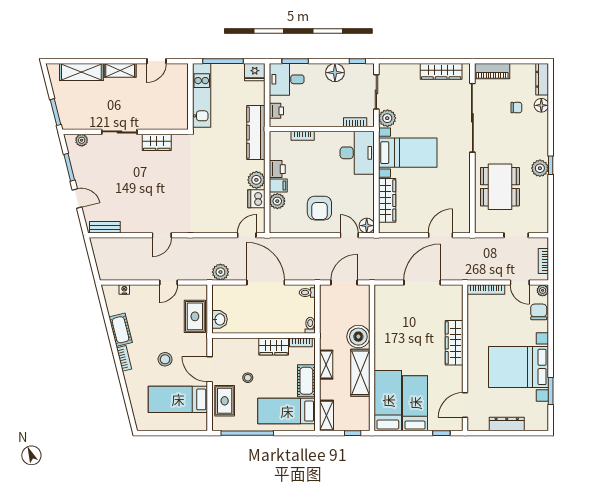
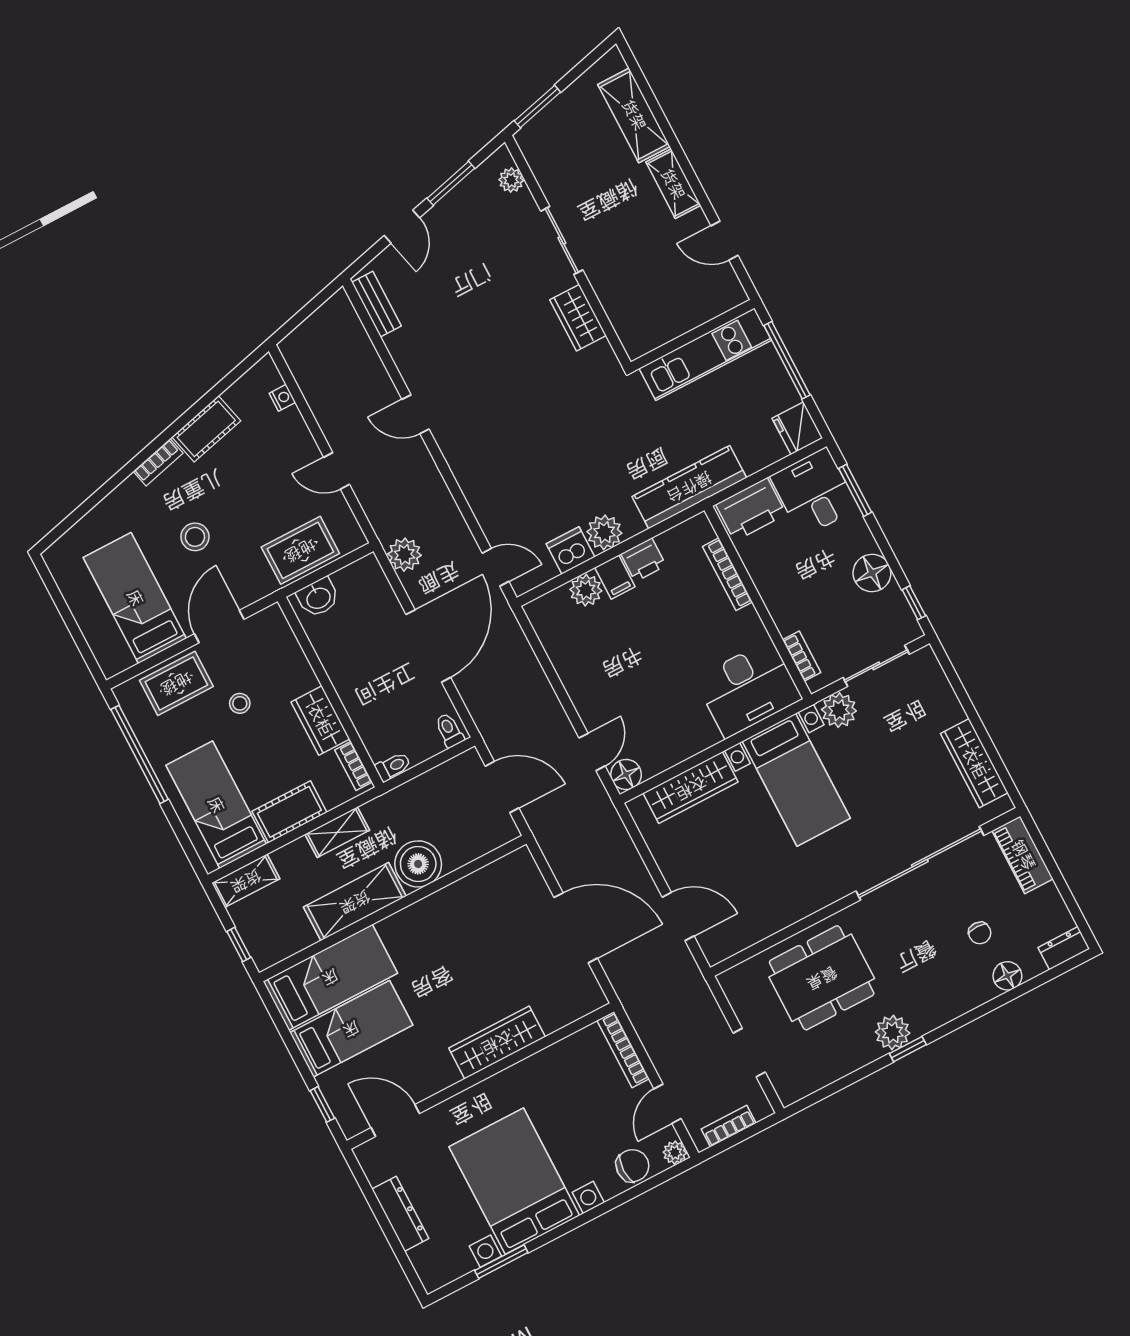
dresser: (542, 79) -> (1064, 948), width x0.70
printer: (276, 111) -> (751, 509), width x1.87, depth x1.48
bookcase: (303, 136) -> (727, 574), width x1.56
armchair: (319, 208) -> (613, 673), removed

